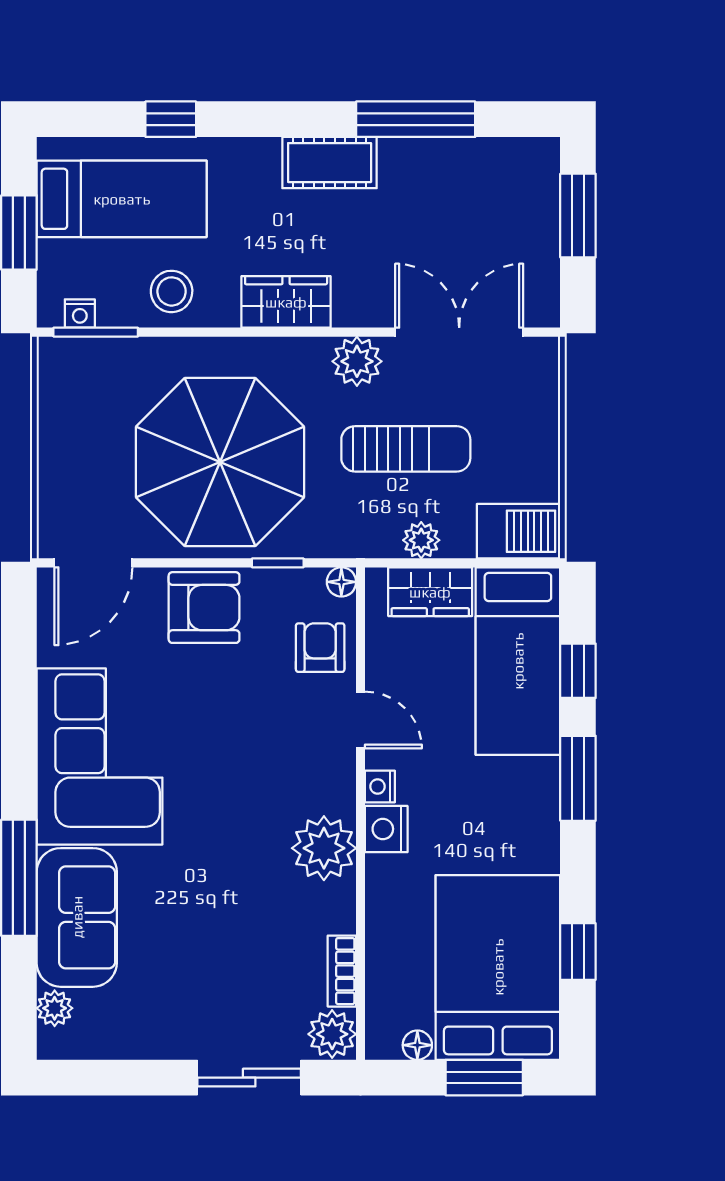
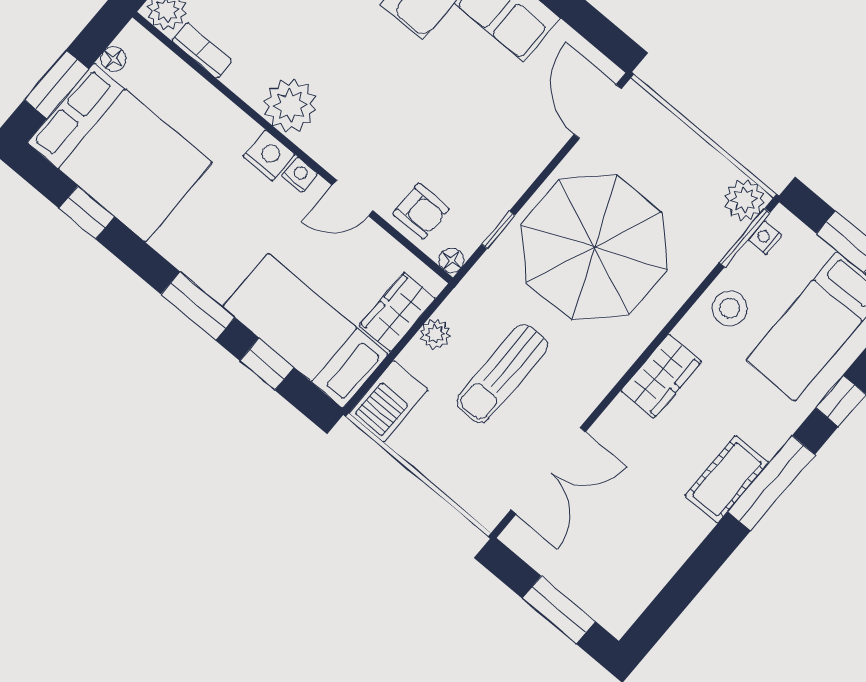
window: (416, 119) -> (771, 483), moved
plant: (357, 361) -> (744, 200), moved
armchair: (204, 608) -> (509, 158), removed

